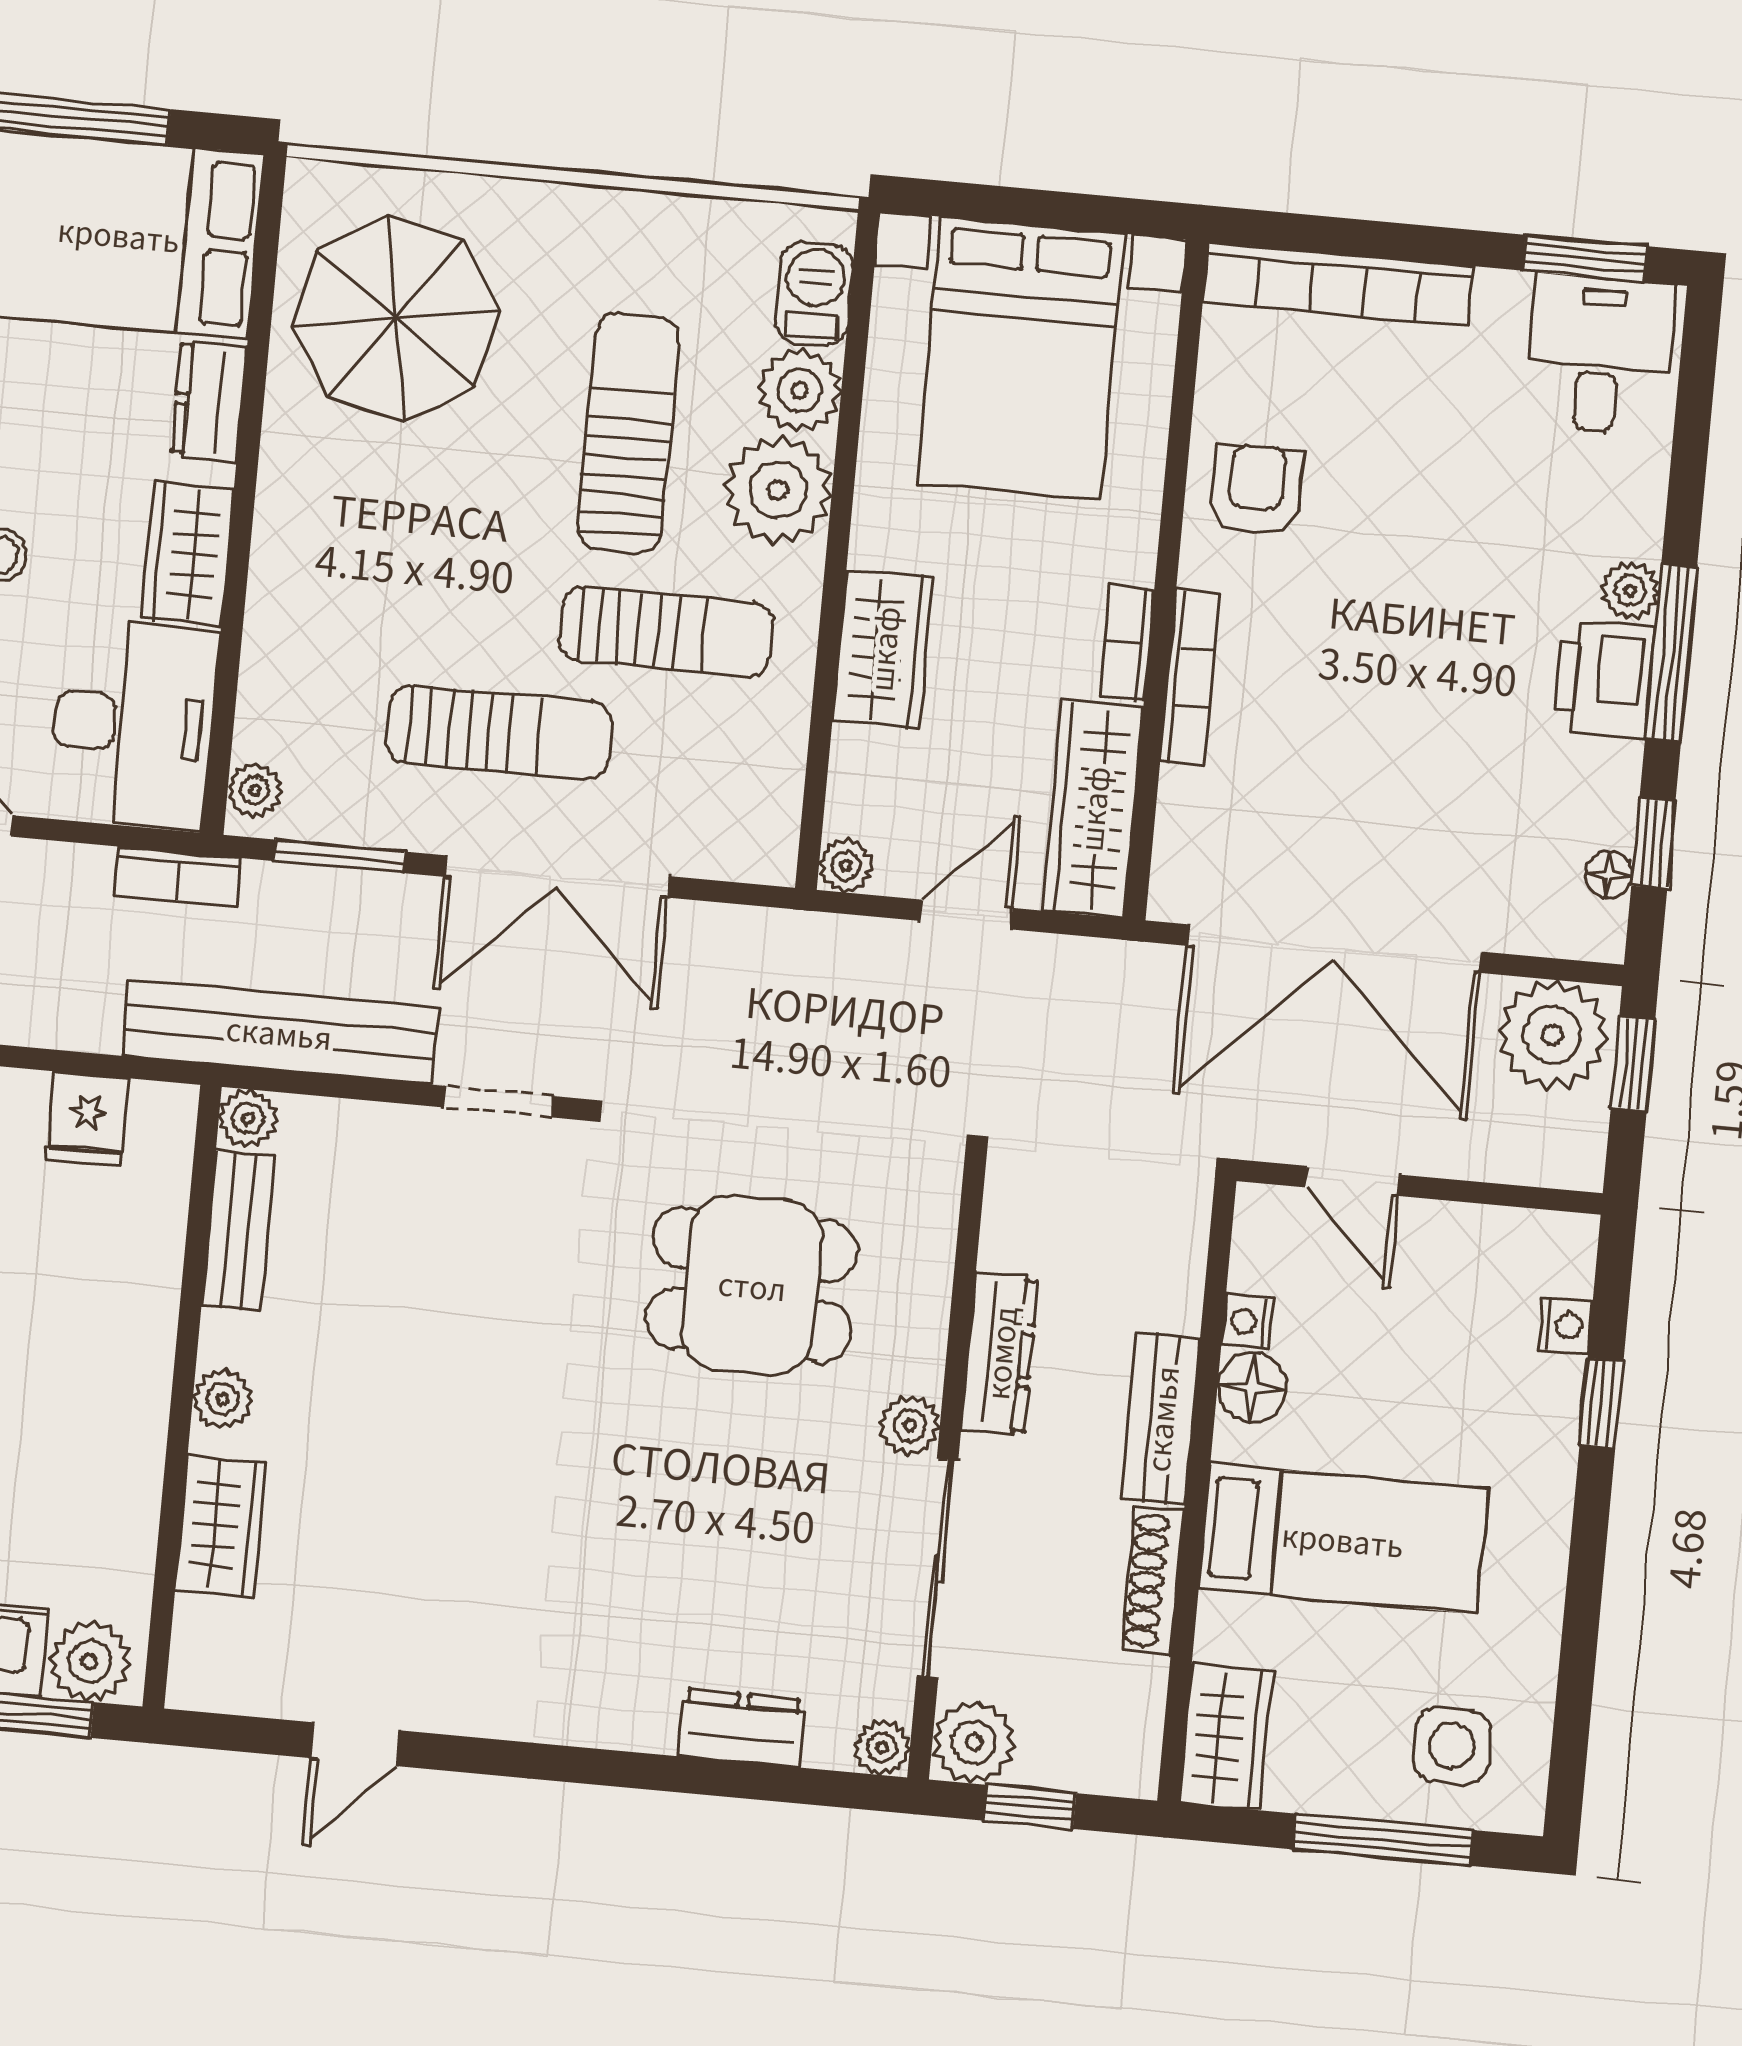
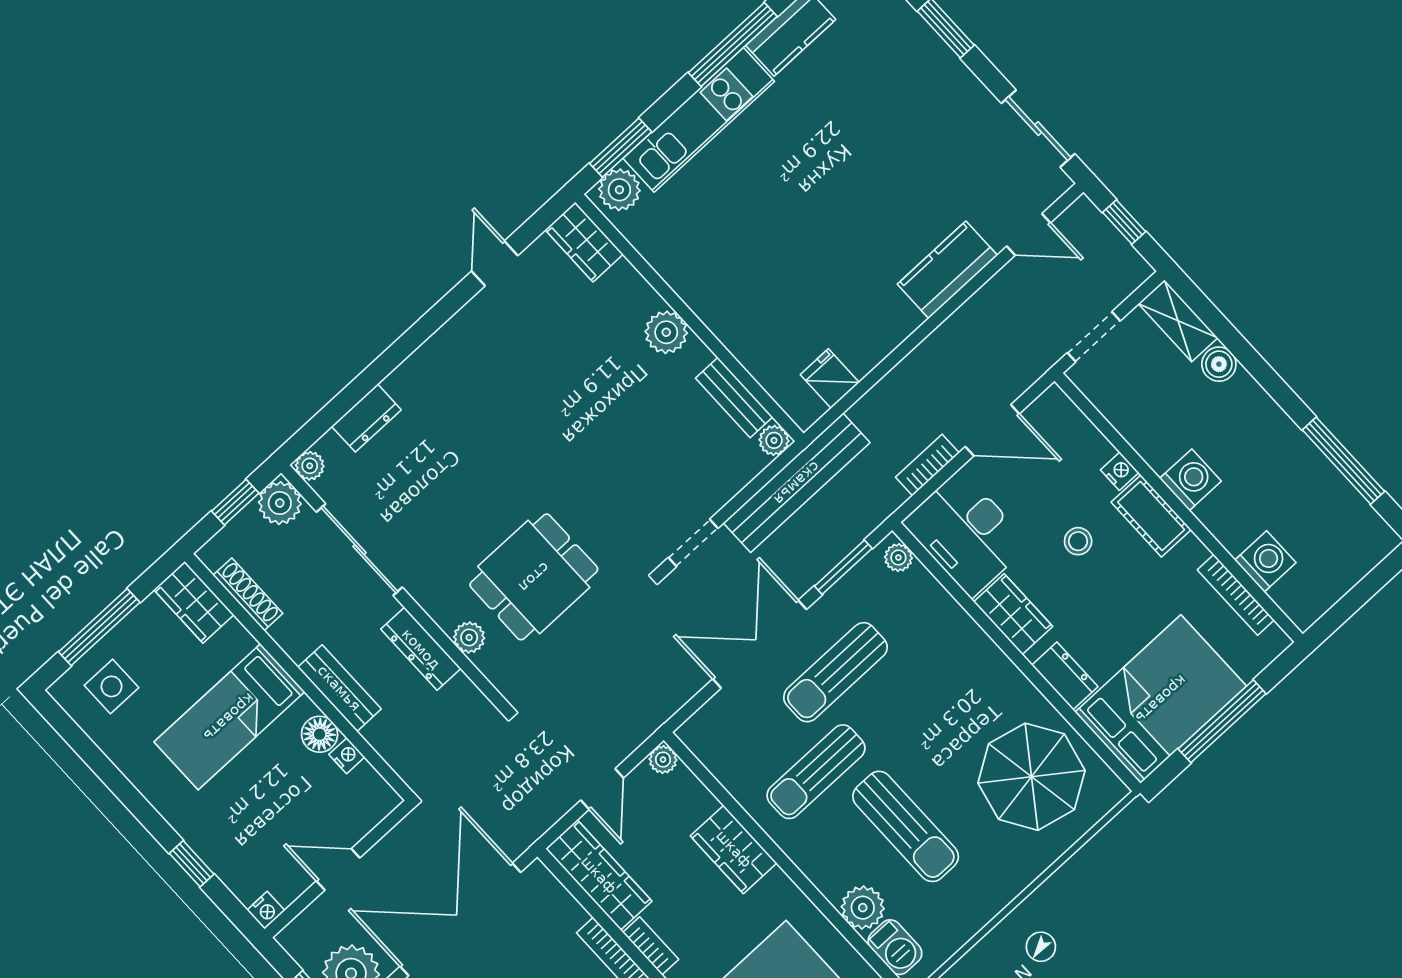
plant: (778, 490) -> (832, 864), removed
bookcase: (178, 877) -> (927, 465), moved
door: (1352, 1181) -> (338, 869), moved
nightstand: (1565, 1325) -> (266, 910), moved, turned -90
plant: (223, 1399) -> (666, 332), width x1.38, depth x1.38
plant: (910, 1425) -> (469, 637), moved
wardrobe: (221, 1525) -> (584, 242), moved
shoe rack: (1153, 1581) -> (248, 594), moved

